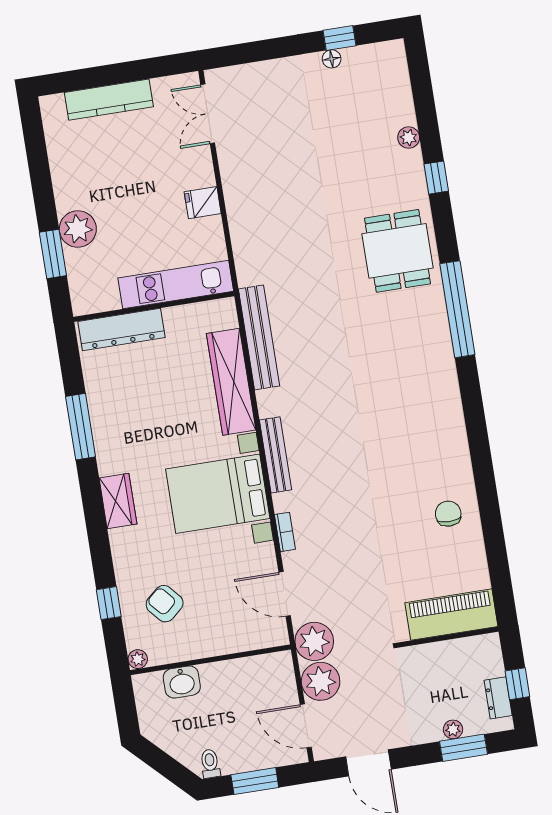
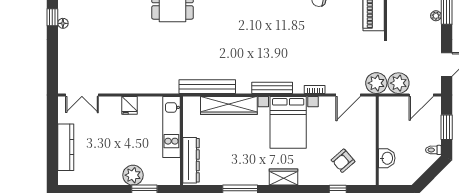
plant: (138, 659) -> (371, 180), removed

